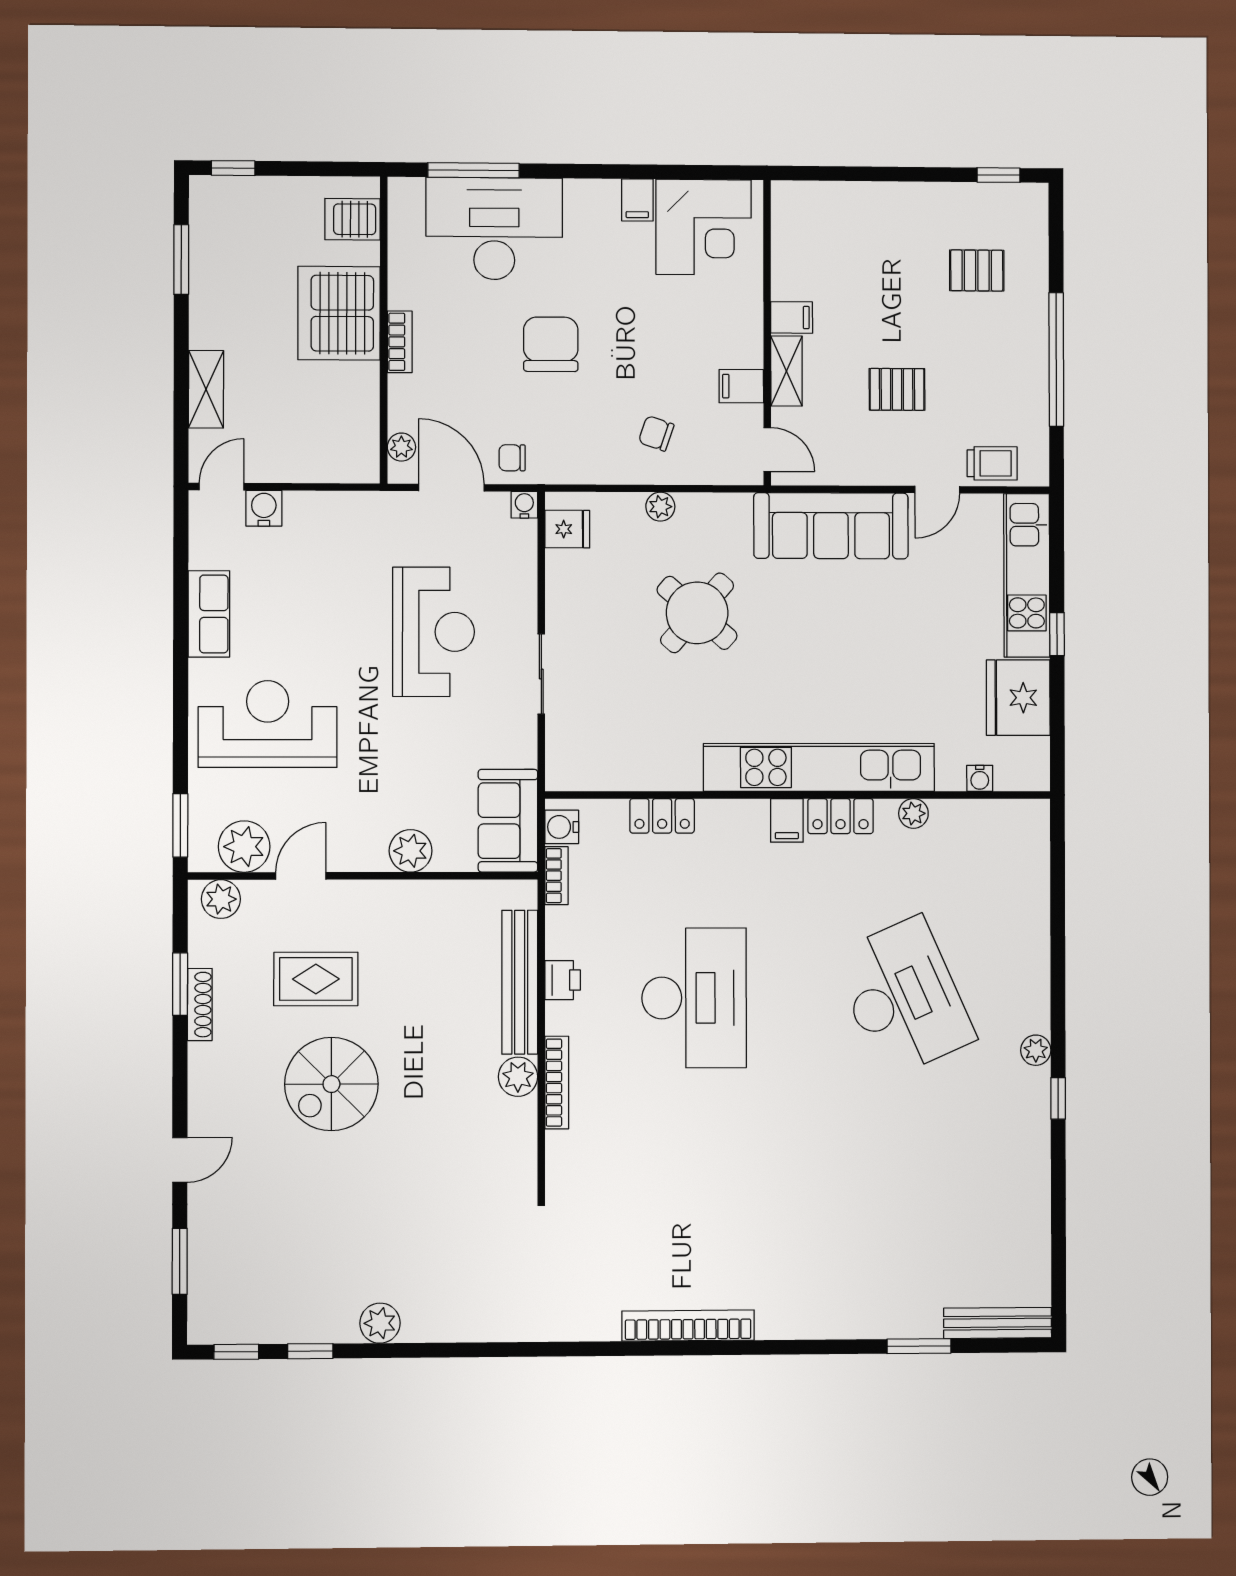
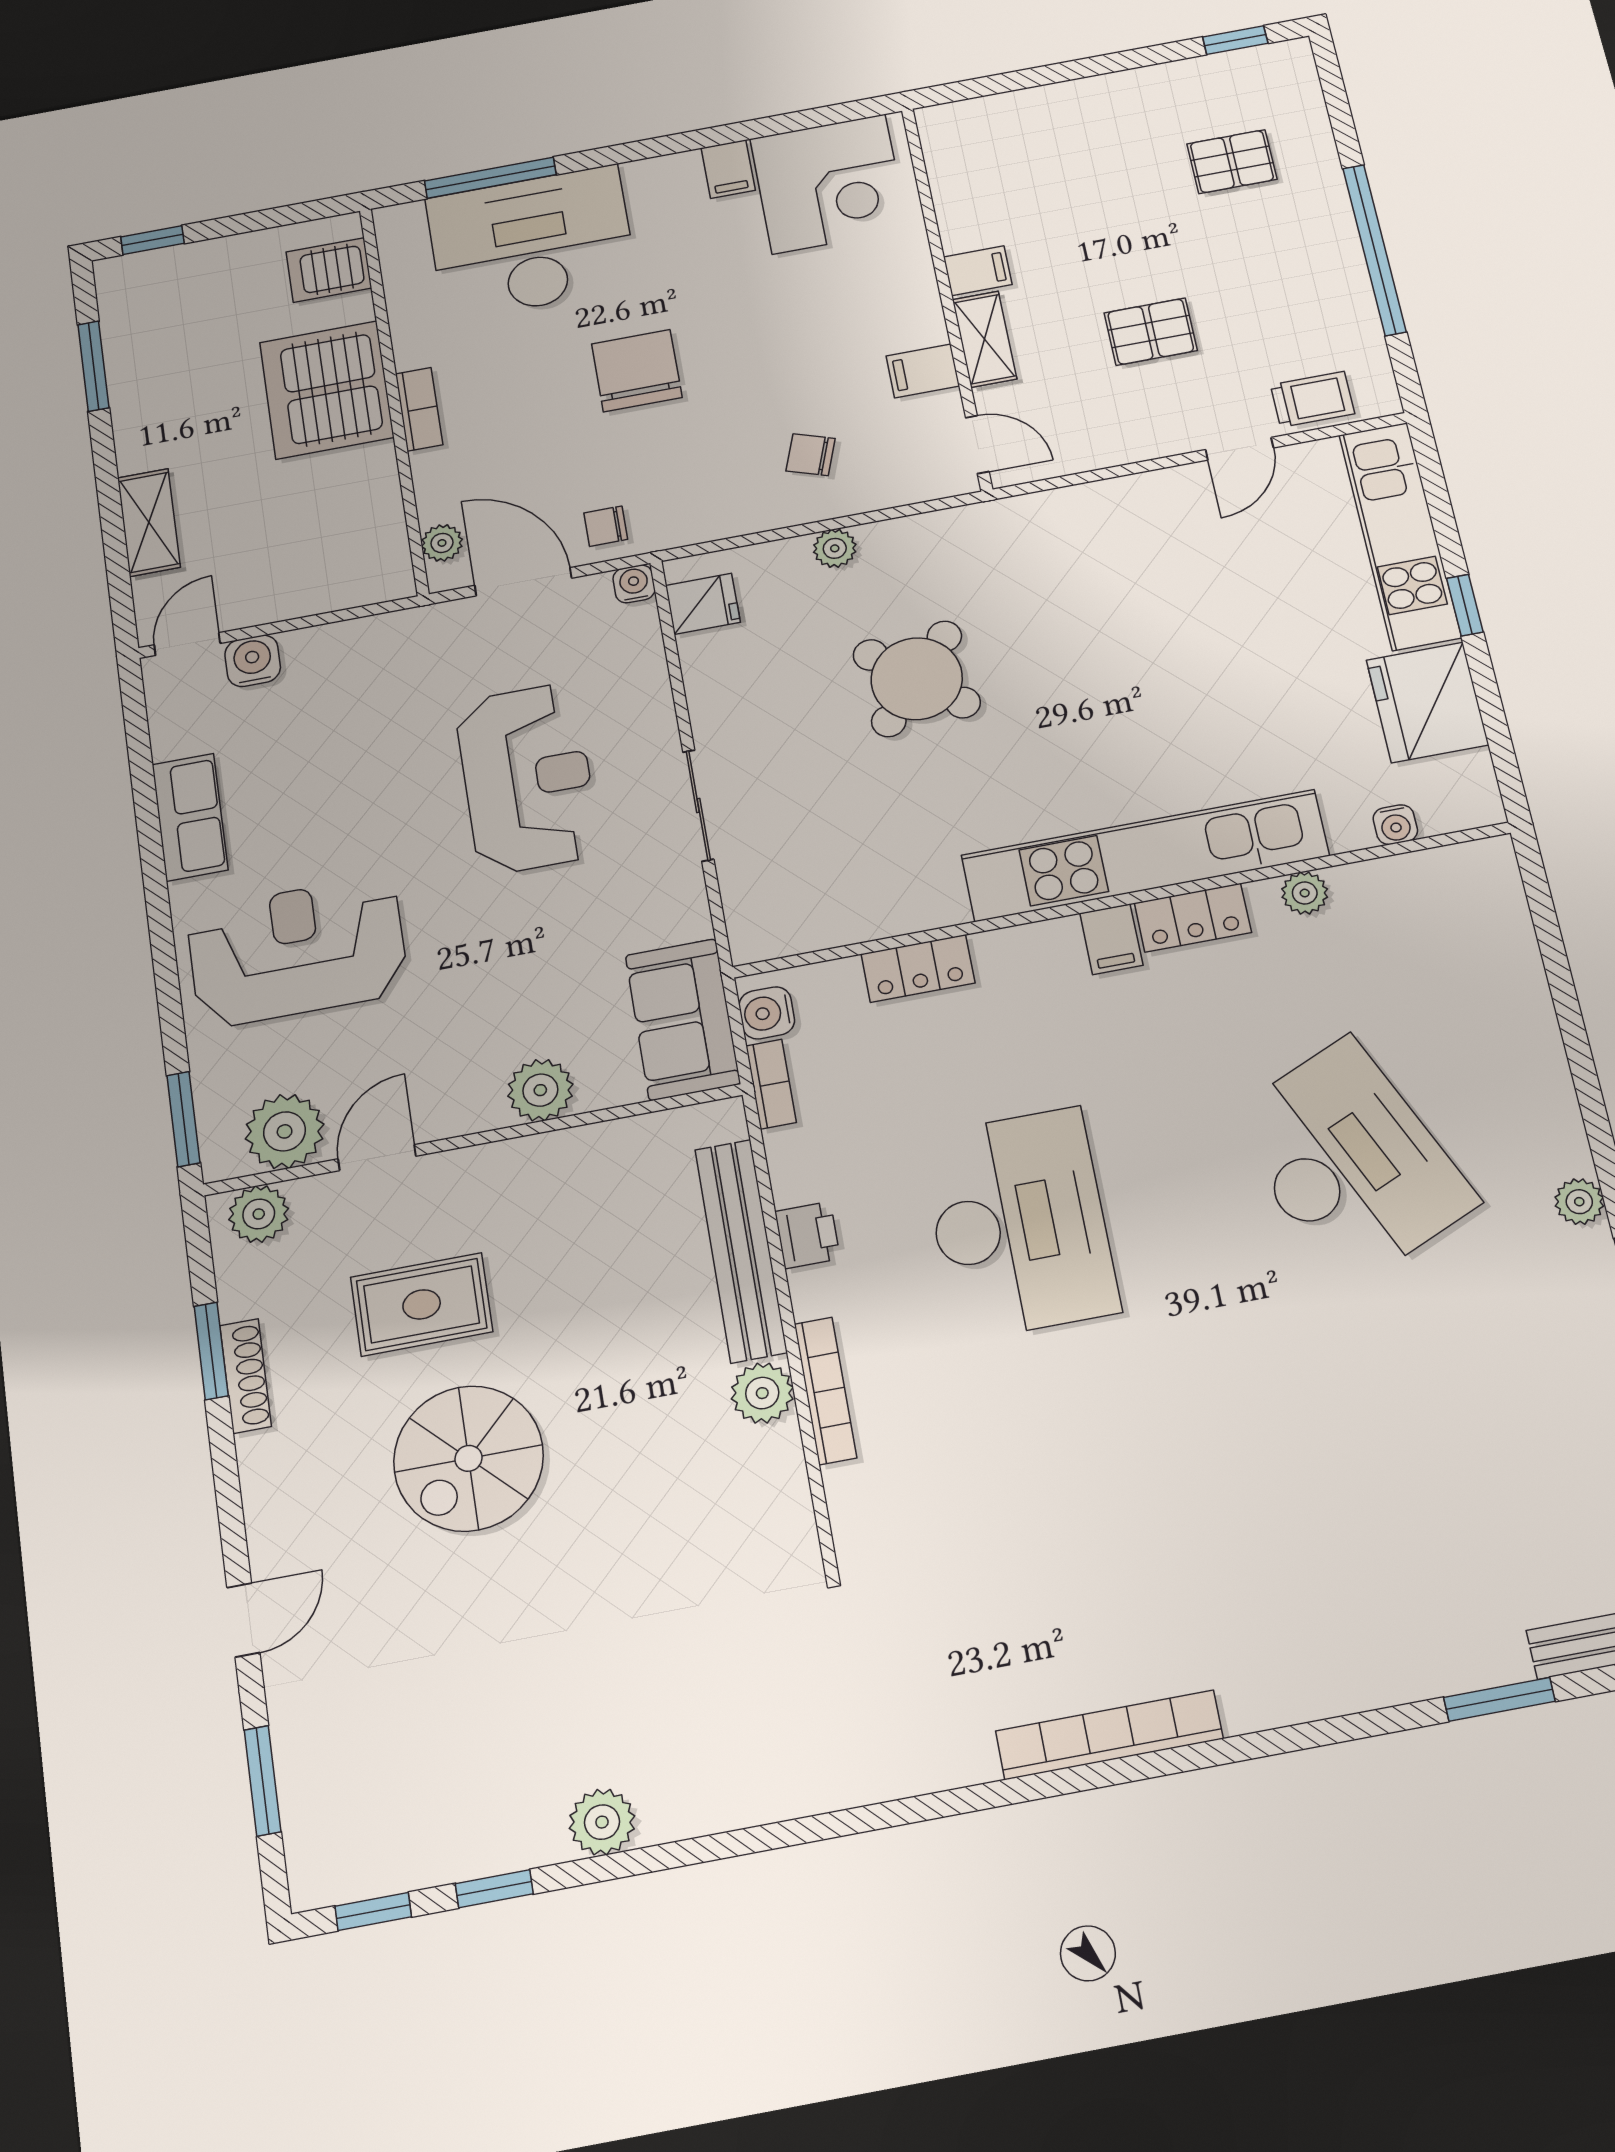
sofa: (831, 526) -> (1092, 526), removed

